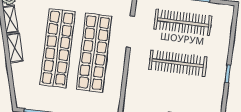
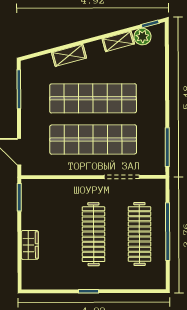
shelving: (15, 48) -> (69, 55), moved

